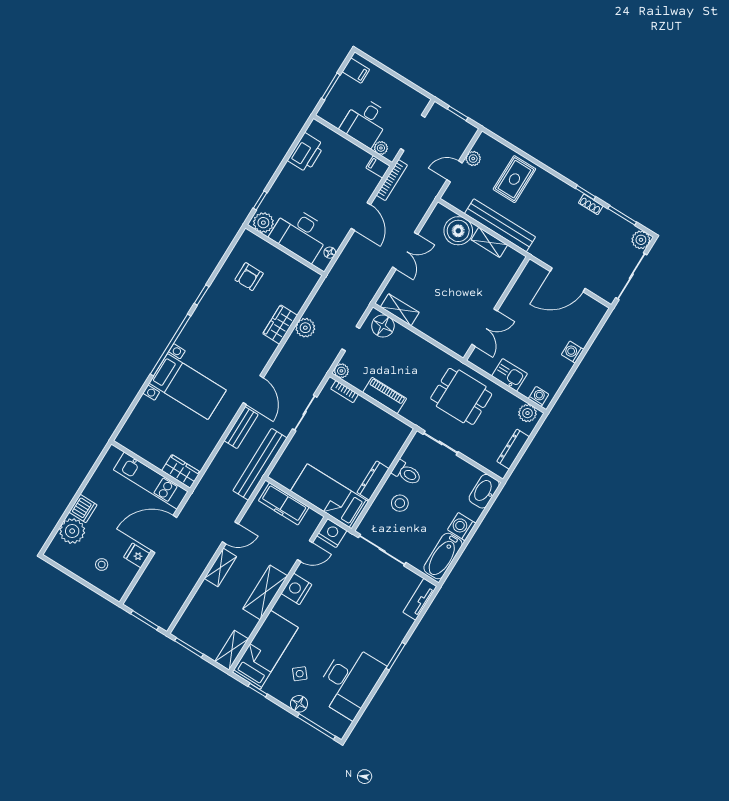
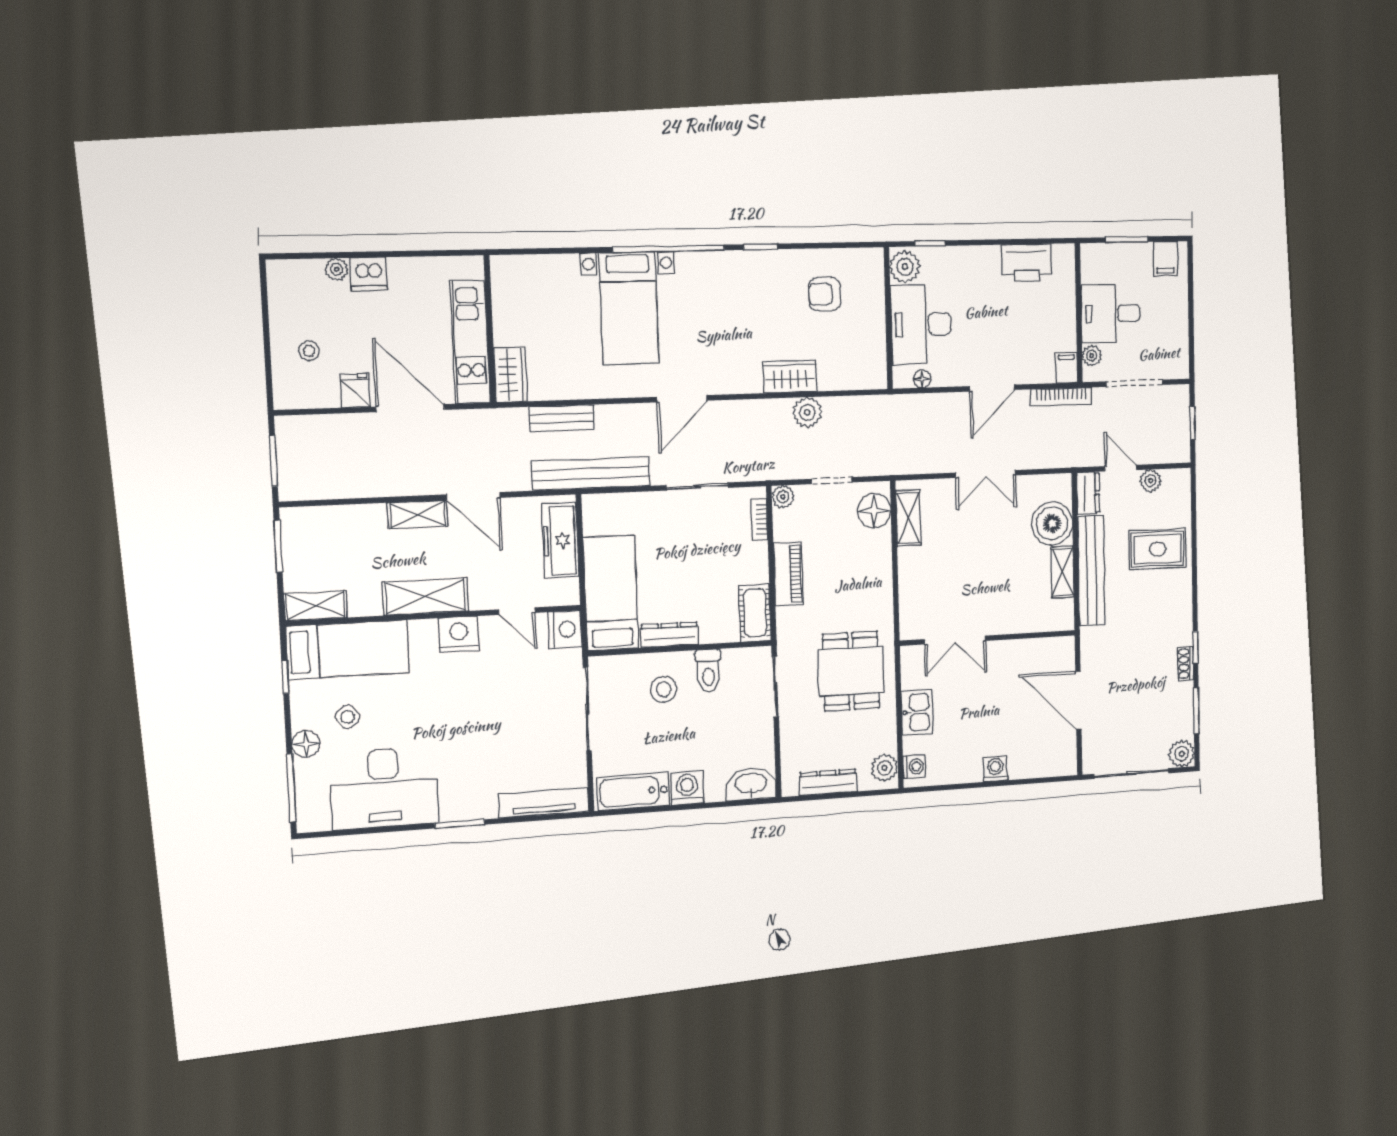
dresser: (456, 199) -> (1088, 493), added
cot: (393, 427) -> (755, 613), added
bench: (241, 428) -> (562, 418), moved
plant: (72, 531) -> (337, 269), width x0.53, depth x0.53
door: (230, 533) -> (473, 496), width x1.38
tv unit: (420, 599) -> (544, 803), width x1.41

